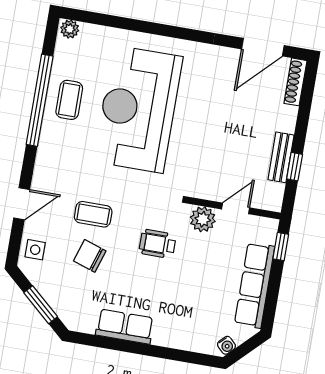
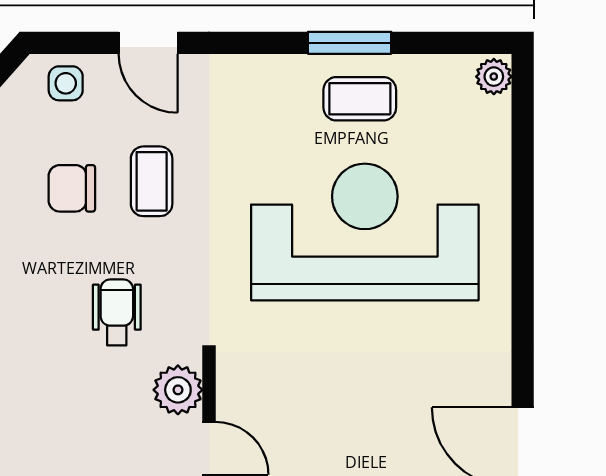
window: (40, 100) -> (350, 43), width x0.47
chair: (90, 256) -> (72, 188), turned -108

